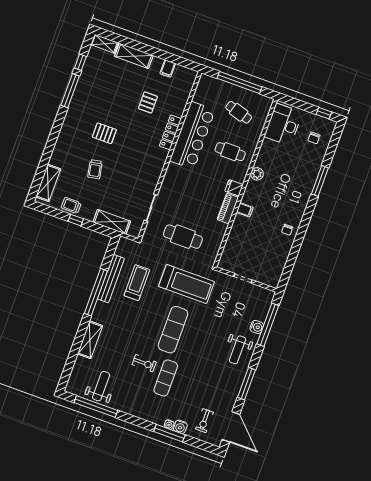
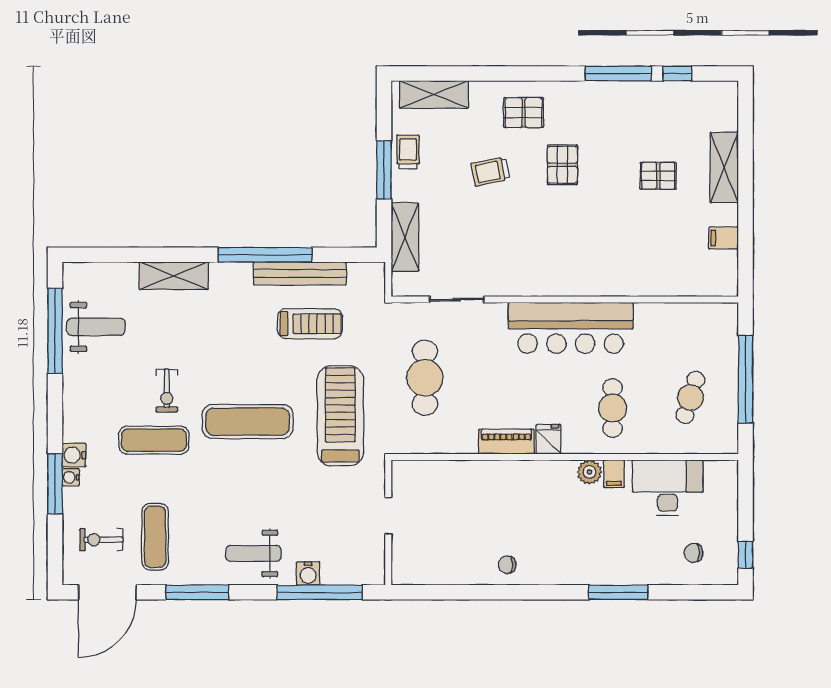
shelving: (105, 44) -> (727, 106), removed
pallet: (148, 102) -> (658, 176), moved
desk: (283, 125) -> (668, 488), moved
locker: (170, 132) -> (608, 285), removed
bar counter: (192, 135) -> (571, 328), moved
pallet: (72, 143) -> (524, 113), added
filing cabinet: (245, 210) -> (614, 474), moved
window: (76, 220) -> (384, 170), width x2.17
treadmill: (187, 284) -> (340, 416), turned 180
exercise mat: (212, 394) -> (155, 537), added
water cooler: (180, 427) -> (74, 455), moved

